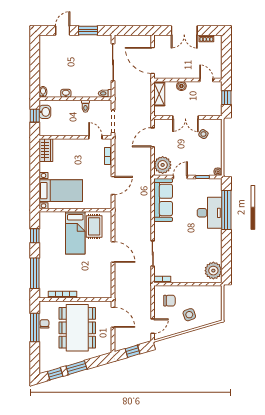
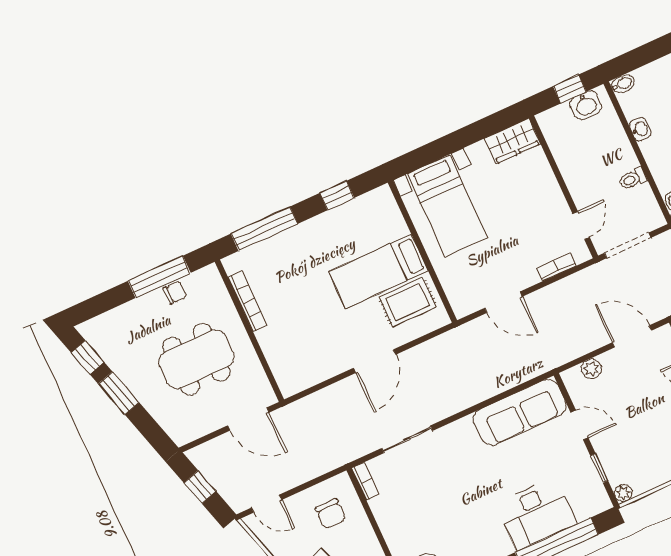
plant: (163, 165) -> (591, 369), width x0.53, depth x0.53
door: (113, 317) -> (248, 419), hinge flipped
dining table: (77, 328) -> (196, 359), width x0.73, depth x0.80

